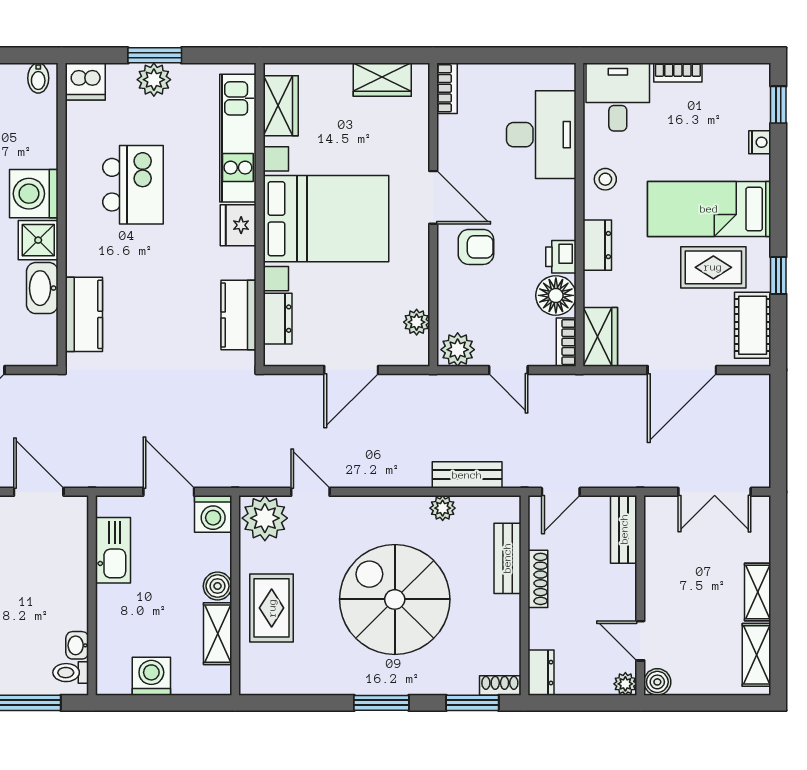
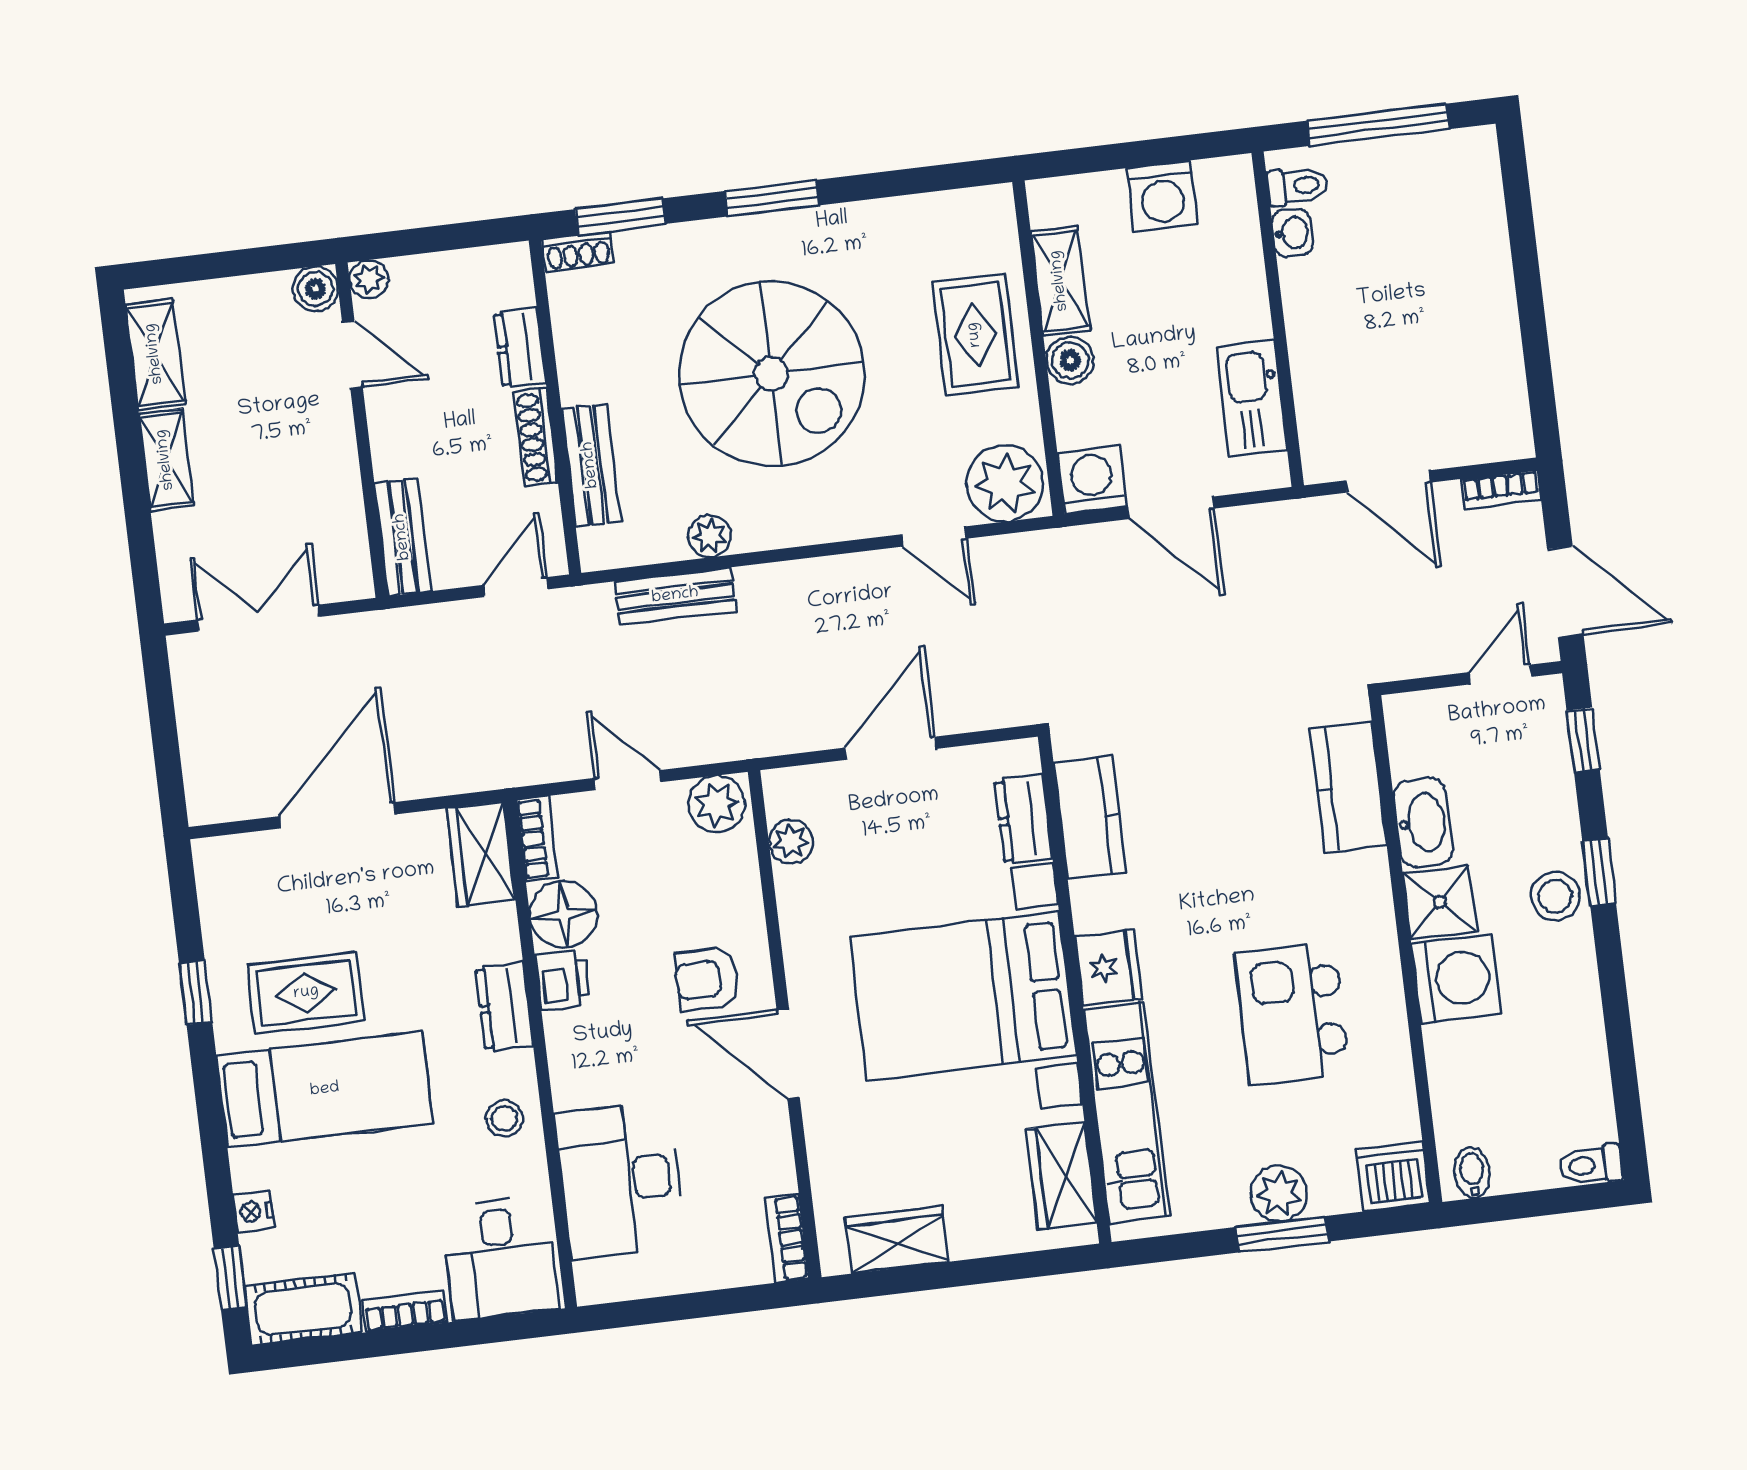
cot: (753, 325) -> (303, 1309), moved, turned 90
dresser: (541, 673) -> (520, 348), moved

